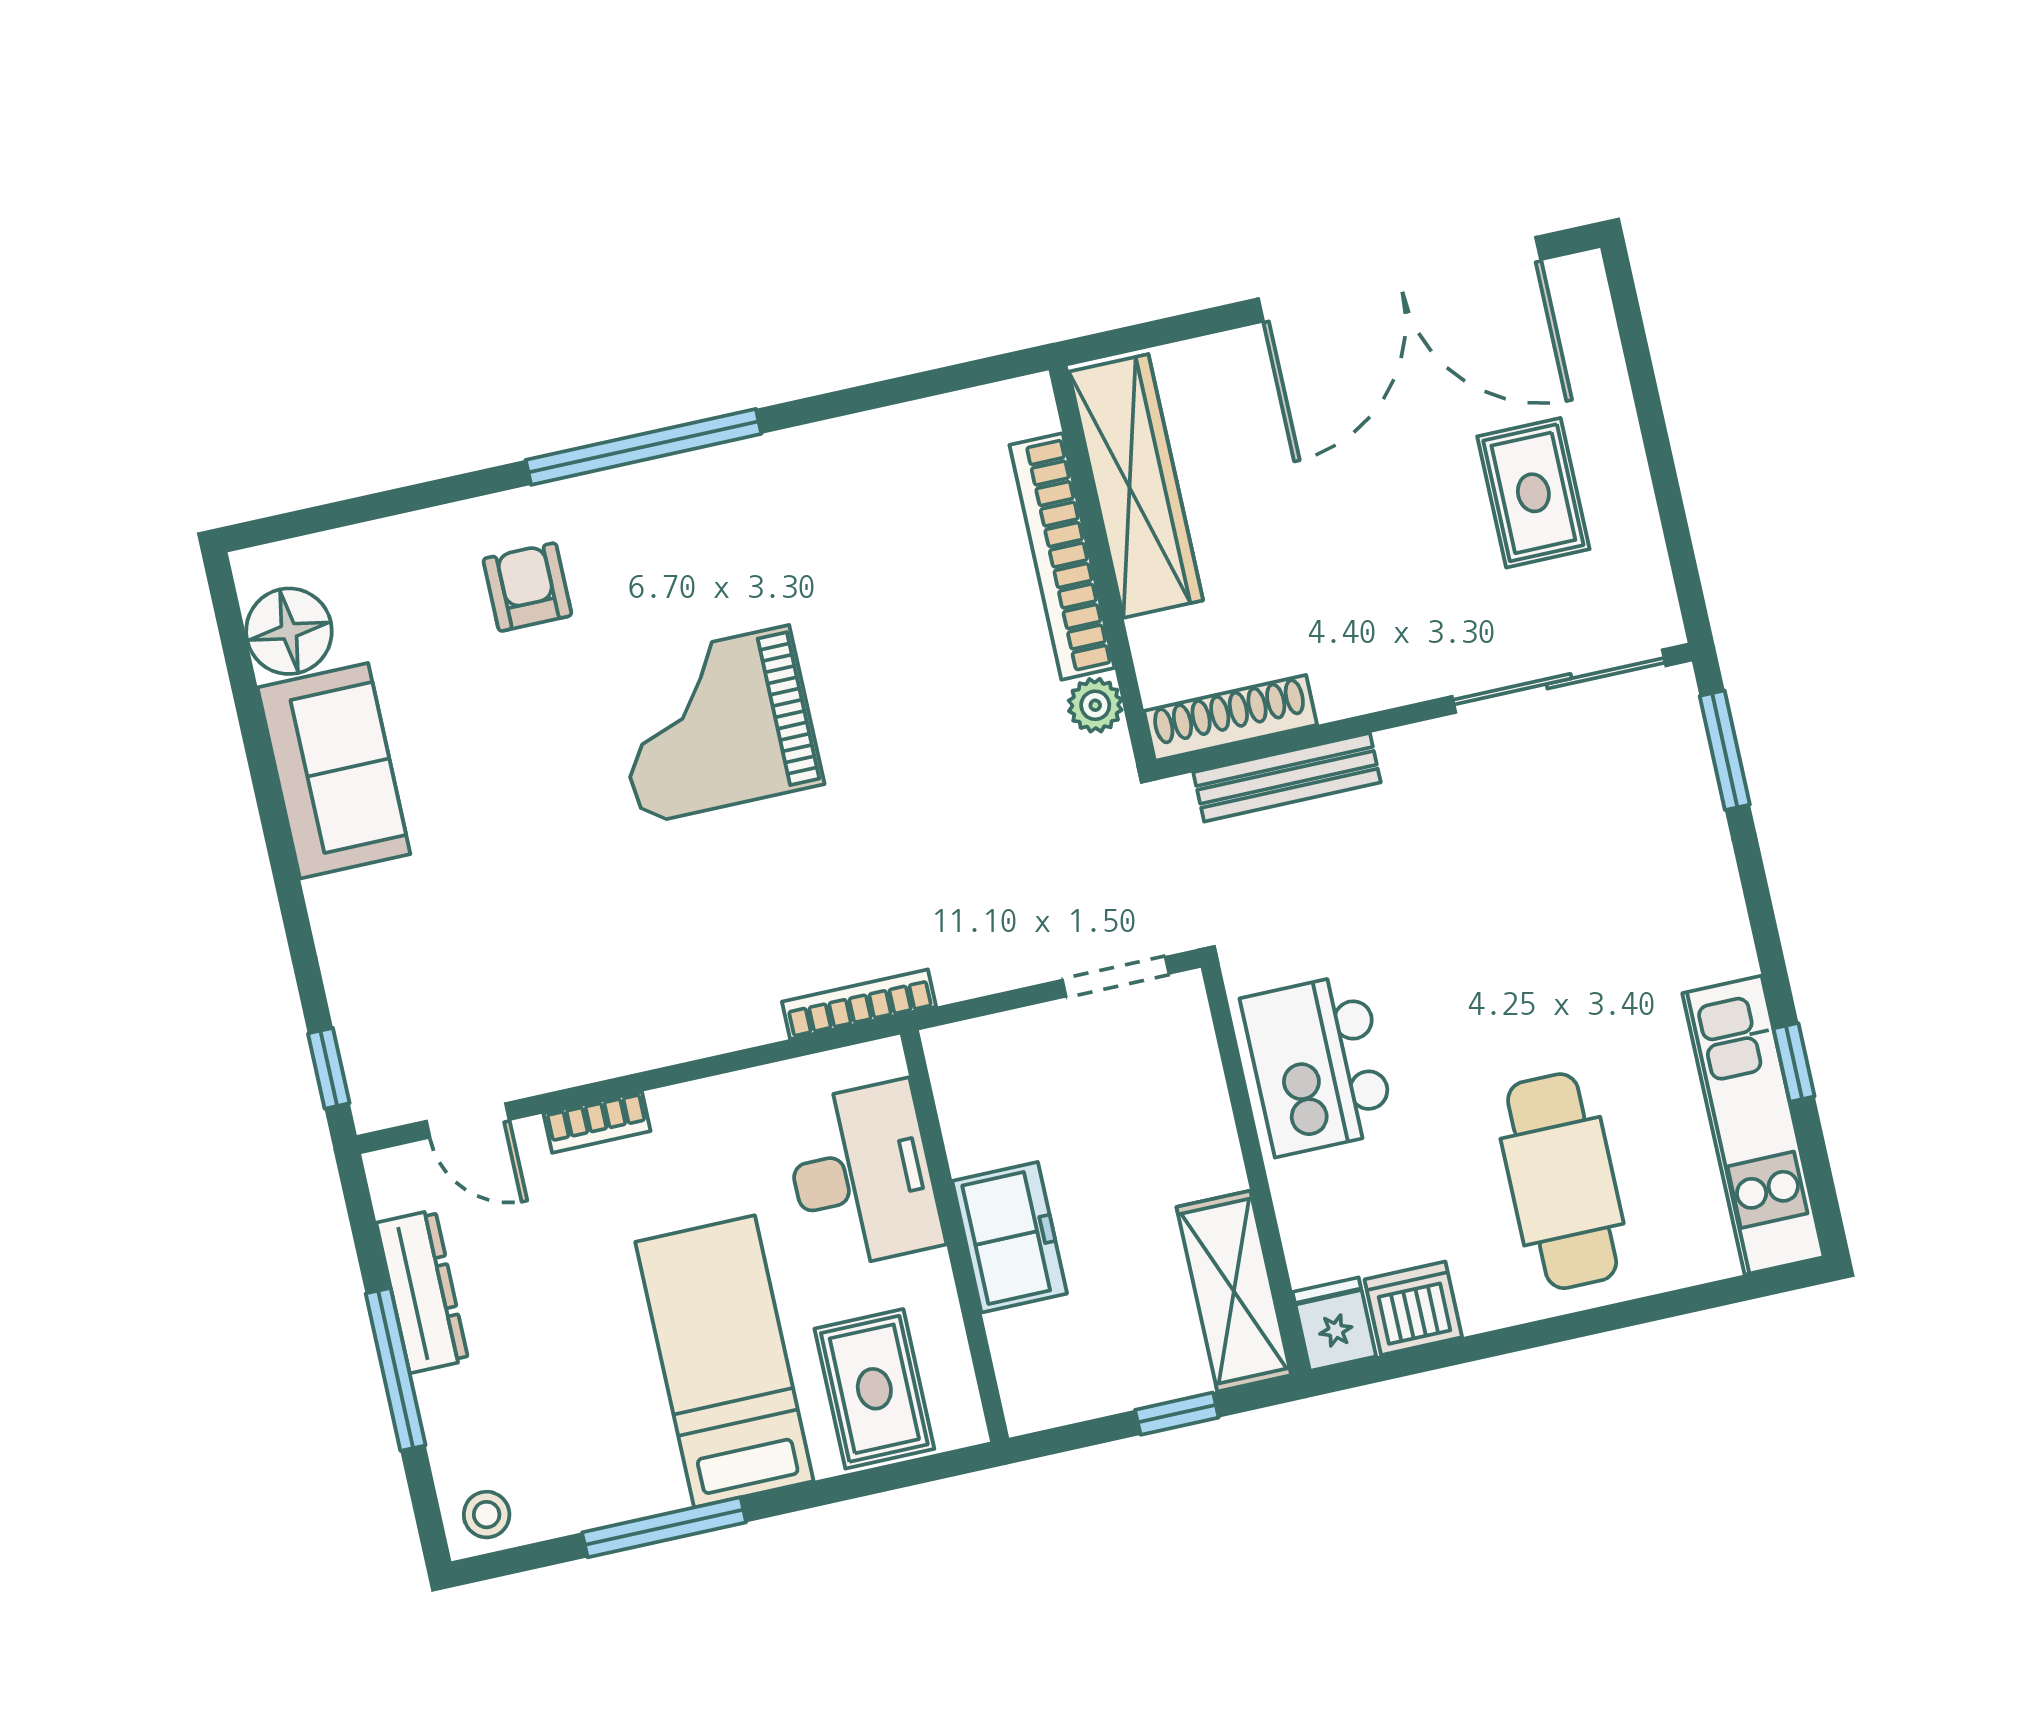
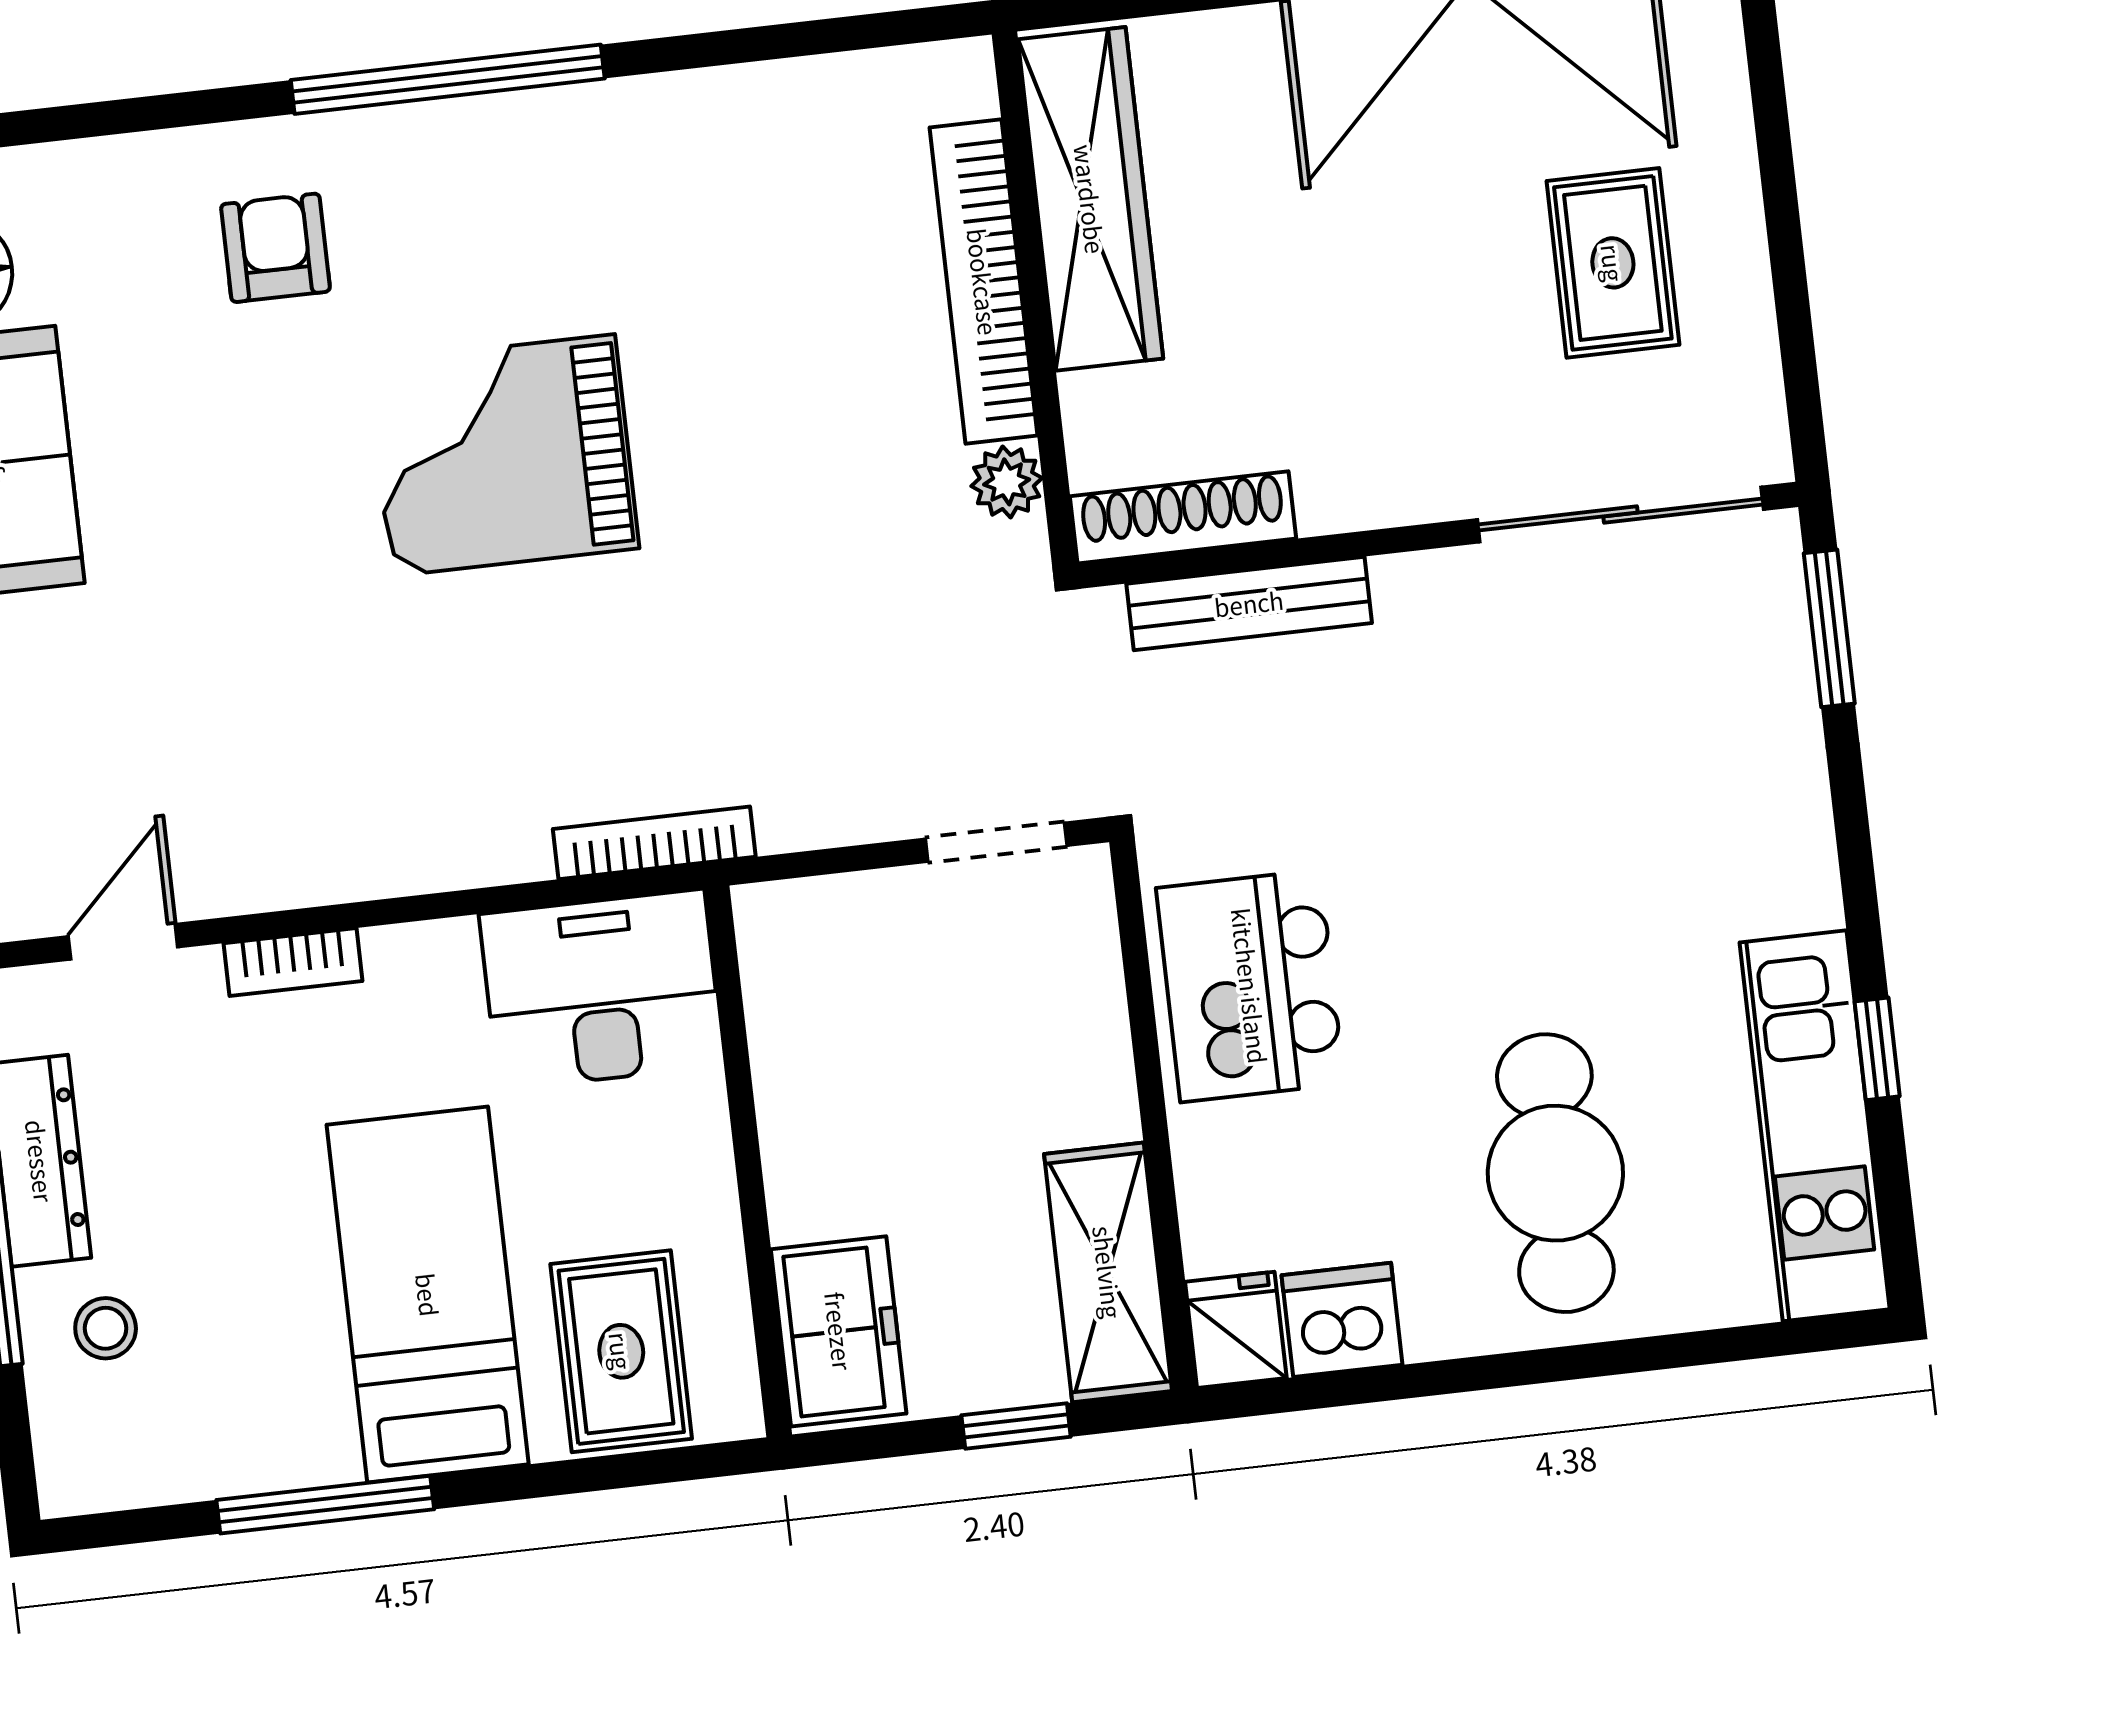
door: (468, 1120) -> (123, 942), swing flipped
desk: (862, 1175) -> (601, 990), moved, turned -90
freezer: (1010, 1237) -> (839, 1331), moved
stool: (487, 1515) -> (106, 1328), moved

